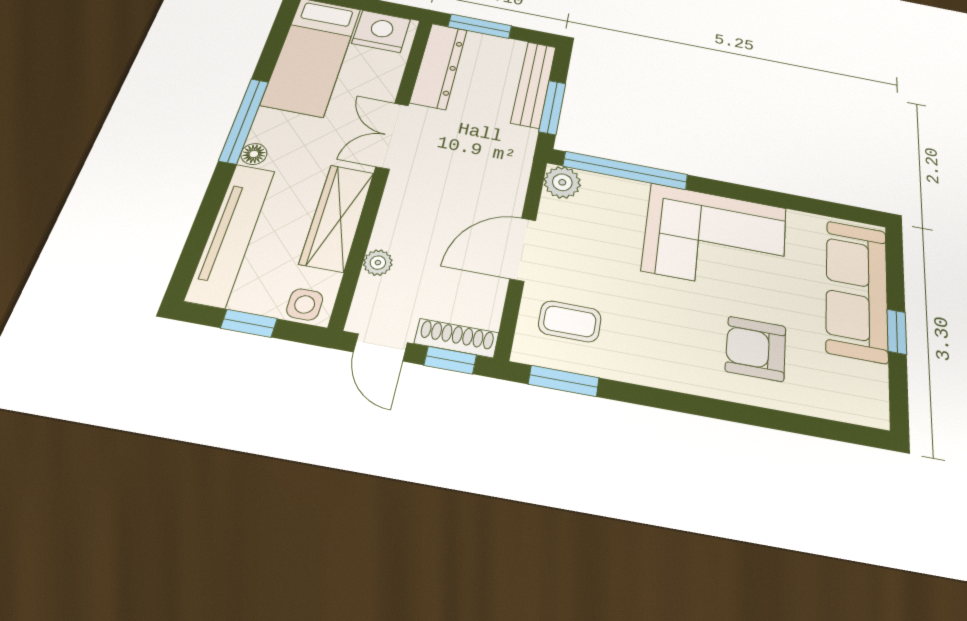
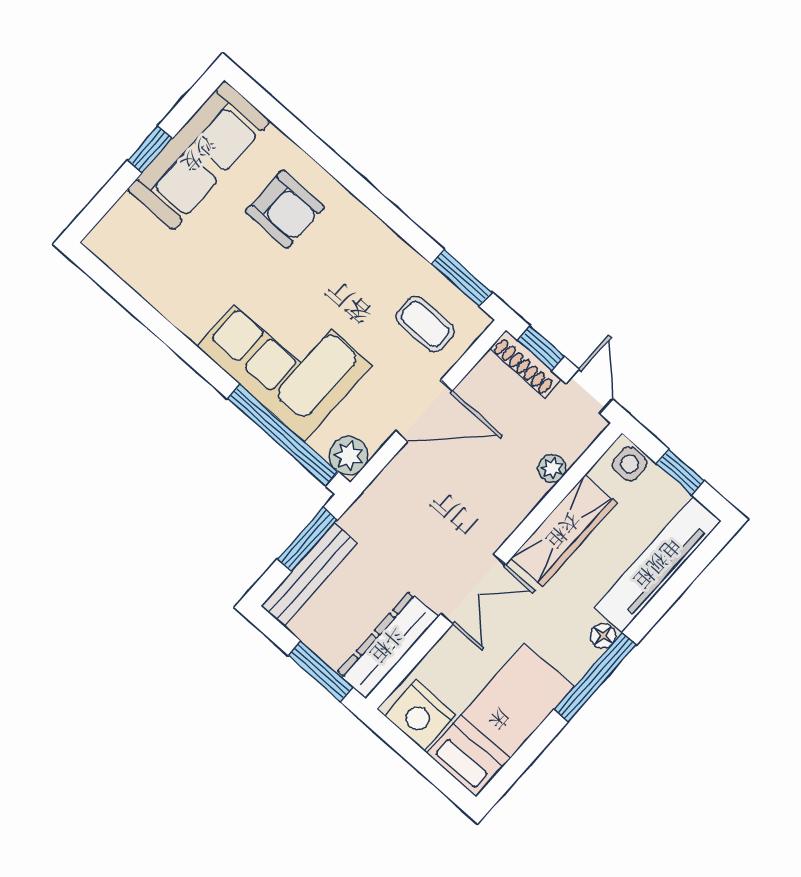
corner sofa: (715, 239) -> (285, 356), moved
sofa: (857, 290) -> (199, 155), moved

